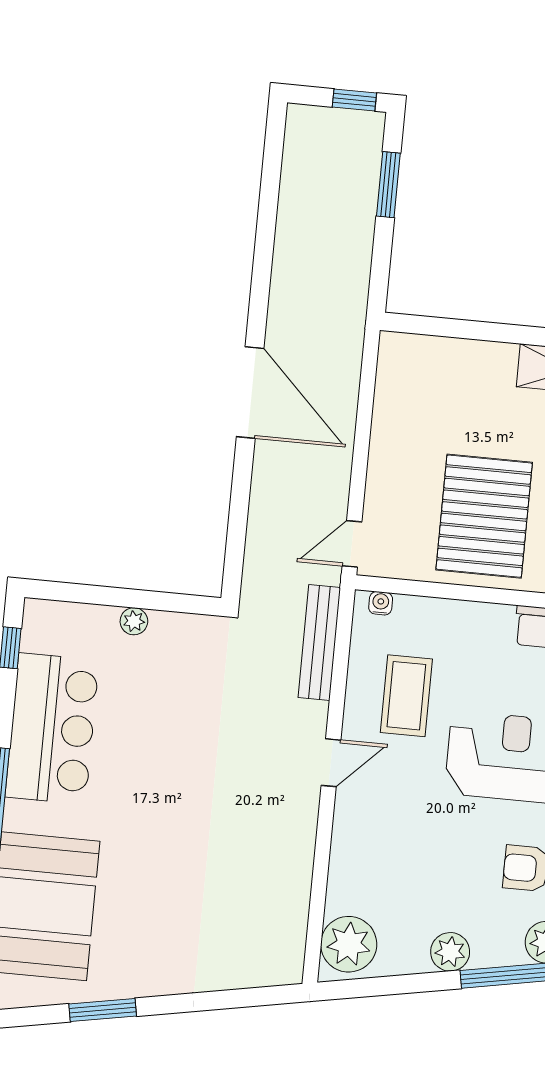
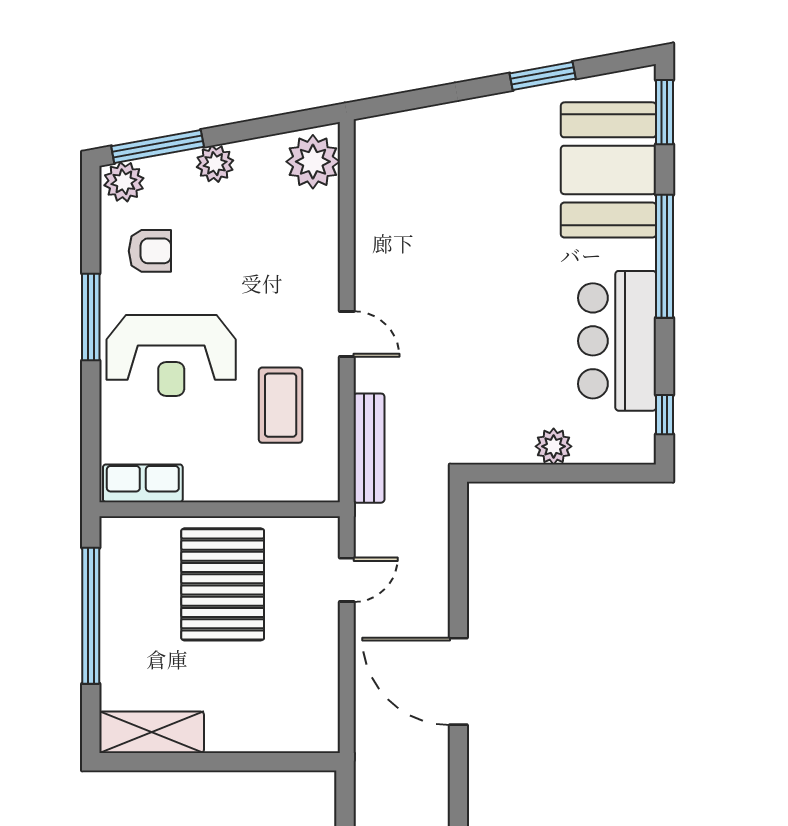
door: (352, 544) -> (347, 580), moved
water cooler: (381, 603) -> (314, 491), removed
plant: (134, 621) -> (554, 446), width x1.38, depth x1.38
door: (331, 763) -> (347, 334), swing flipped

